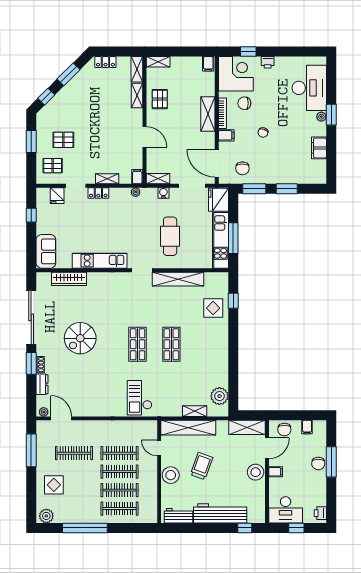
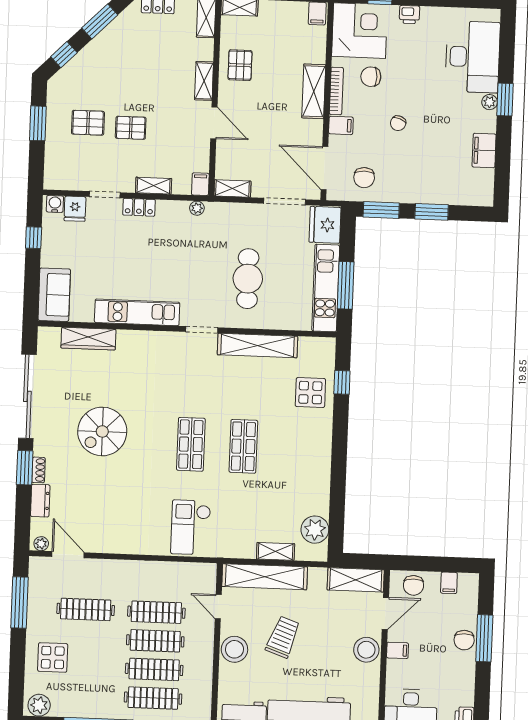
shelving: (137, 96) -> (204, 81), moved
pallet: (53, 166) -> (131, 128), moved
water cooler: (163, 193) -> (55, 204), moved

